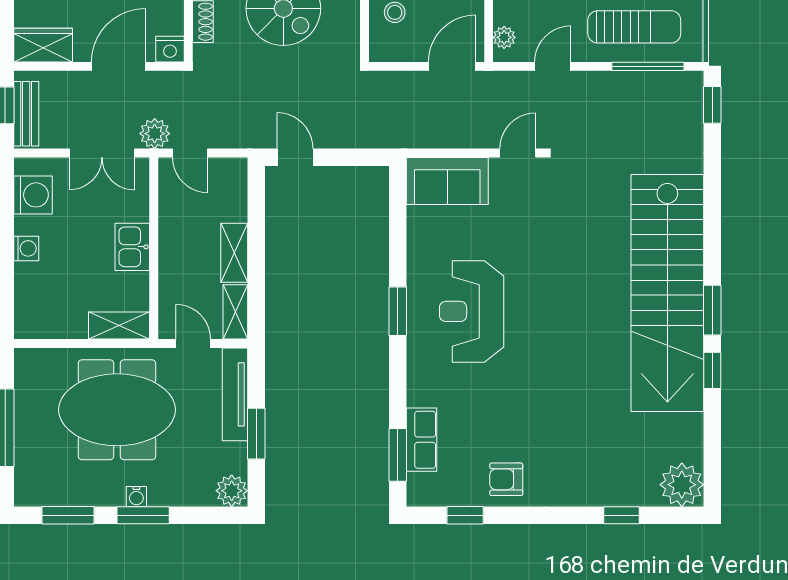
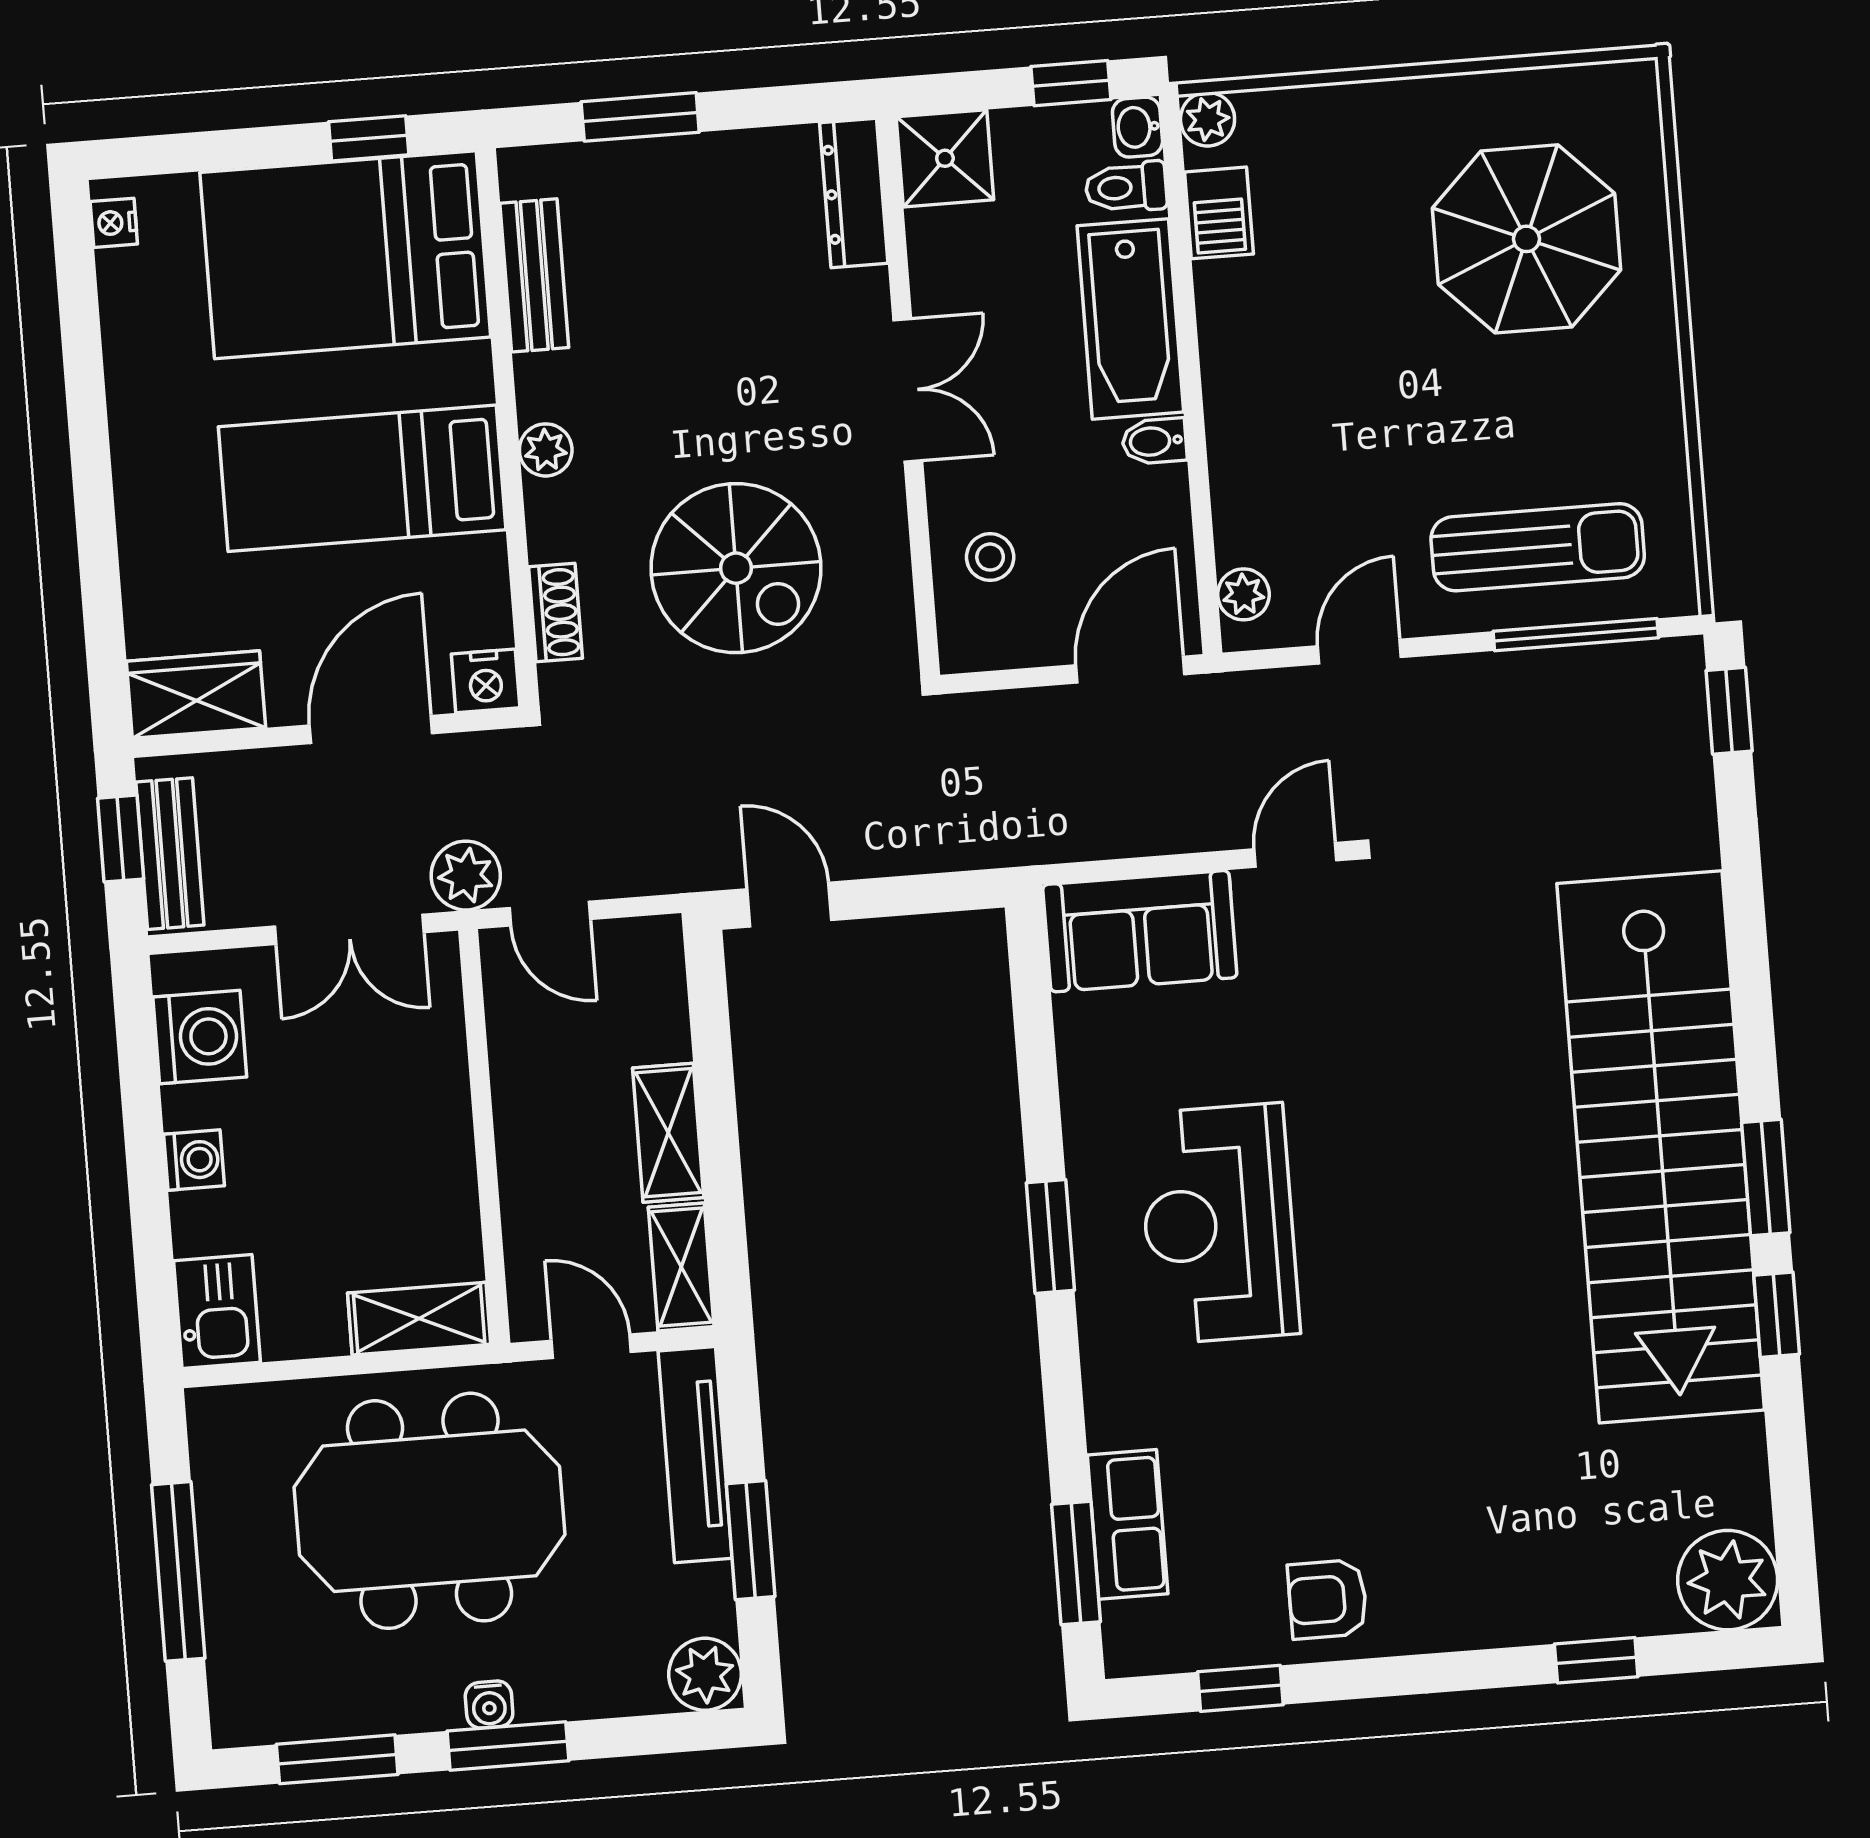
kitchen sink: (132, 247) -> (217, 1312), moved, turned 180

